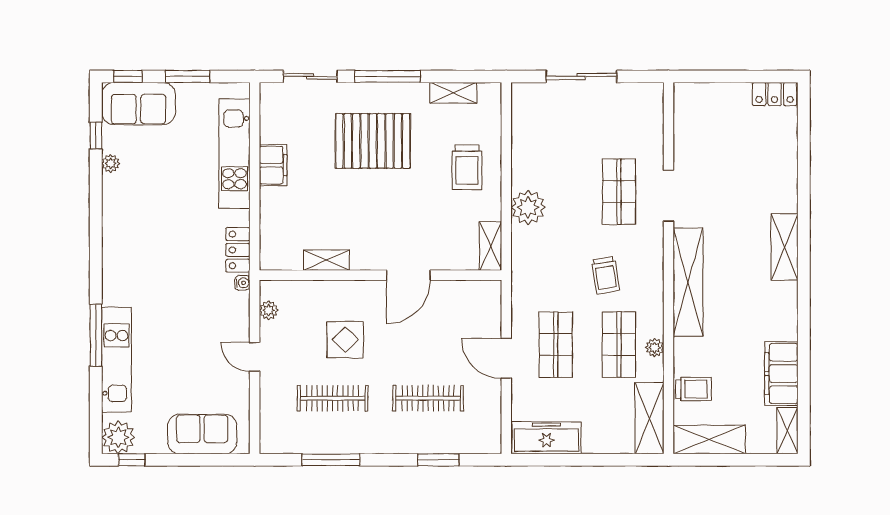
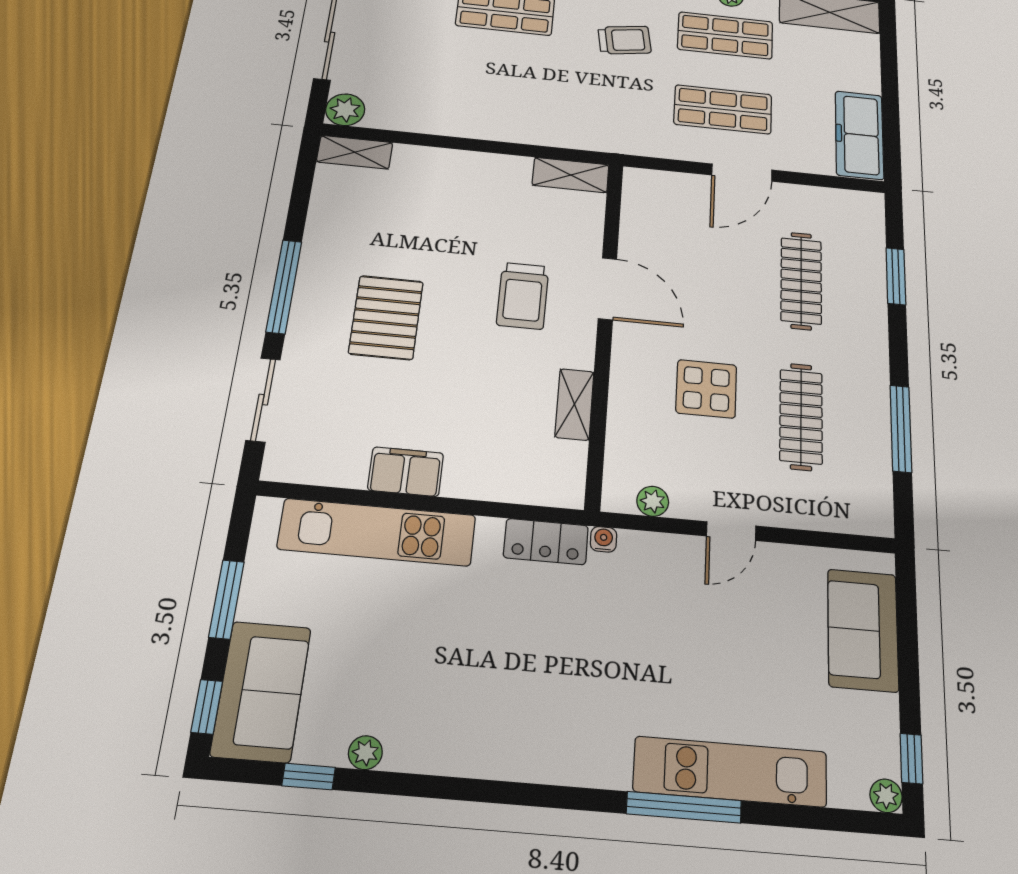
shelving: (453, 93) -> (355, 152), moved, turned 90
pallet: (373, 141) -> (386, 317), width x0.73, depth x0.71
trolley: (467, 167) -> (523, 296), moved, turned 90
plant: (528, 207) -> (345, 110), moved, width x0.73, depth x0.73
plant: (118, 437) -> (886, 796), width x0.53, depth x0.53

